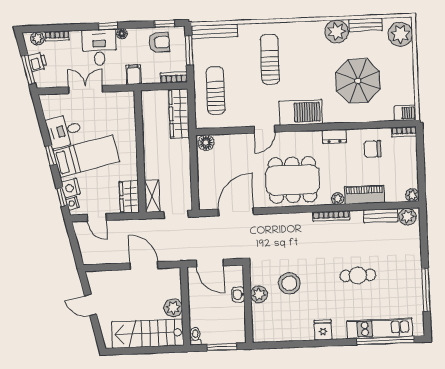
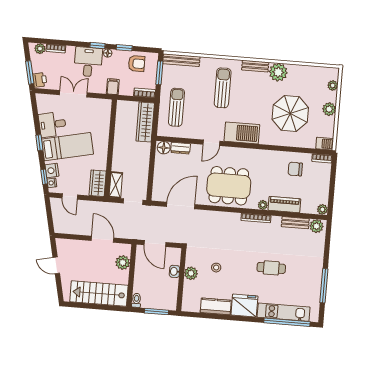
window: (165, 24) -> (124, 48), moved
bench: (366, 25) -> (255, 66), moved
plant: (400, 34) -> (333, 85), width x0.53, depth x0.53
printer: (38, 62) -> (40, 80), moved
plant: (405, 70) -> (329, 109), added
dresser: (334, 136) -> (180, 148), moved
stool: (289, 283) -> (216, 268), width x0.53, depth x0.53
plant: (173, 308) -> (123, 262), moved
fridge: (323, 330) -> (244, 306), width x1.88, depth x1.34
kitchen counter: (295, 332) -> (216, 306), added

